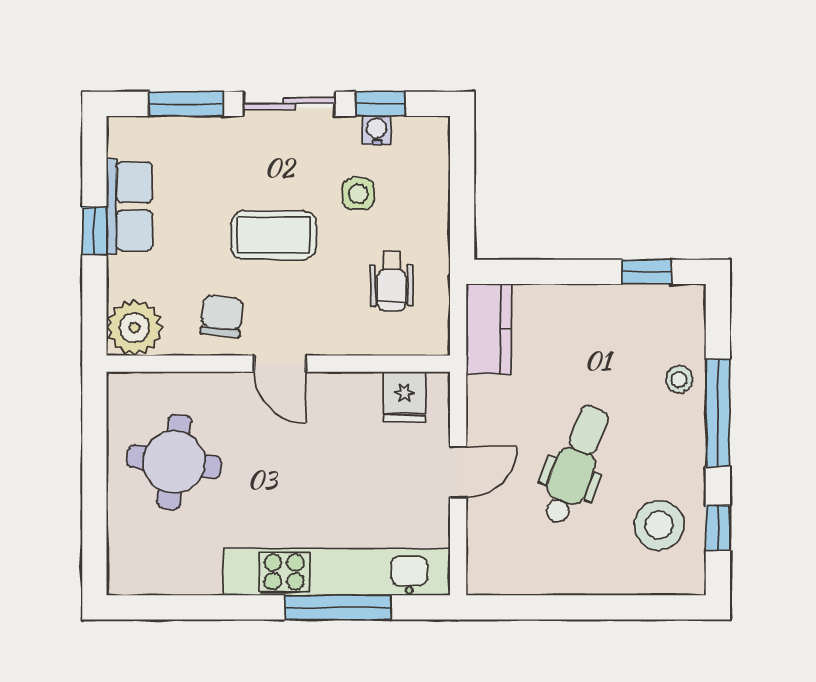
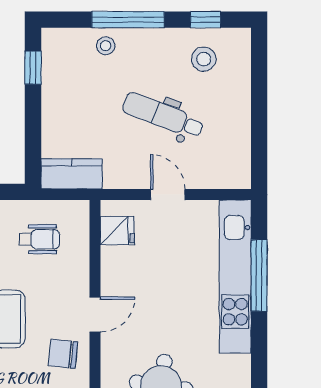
stool: (659, 525) -> (204, 59), width x0.73, depth x0.73

